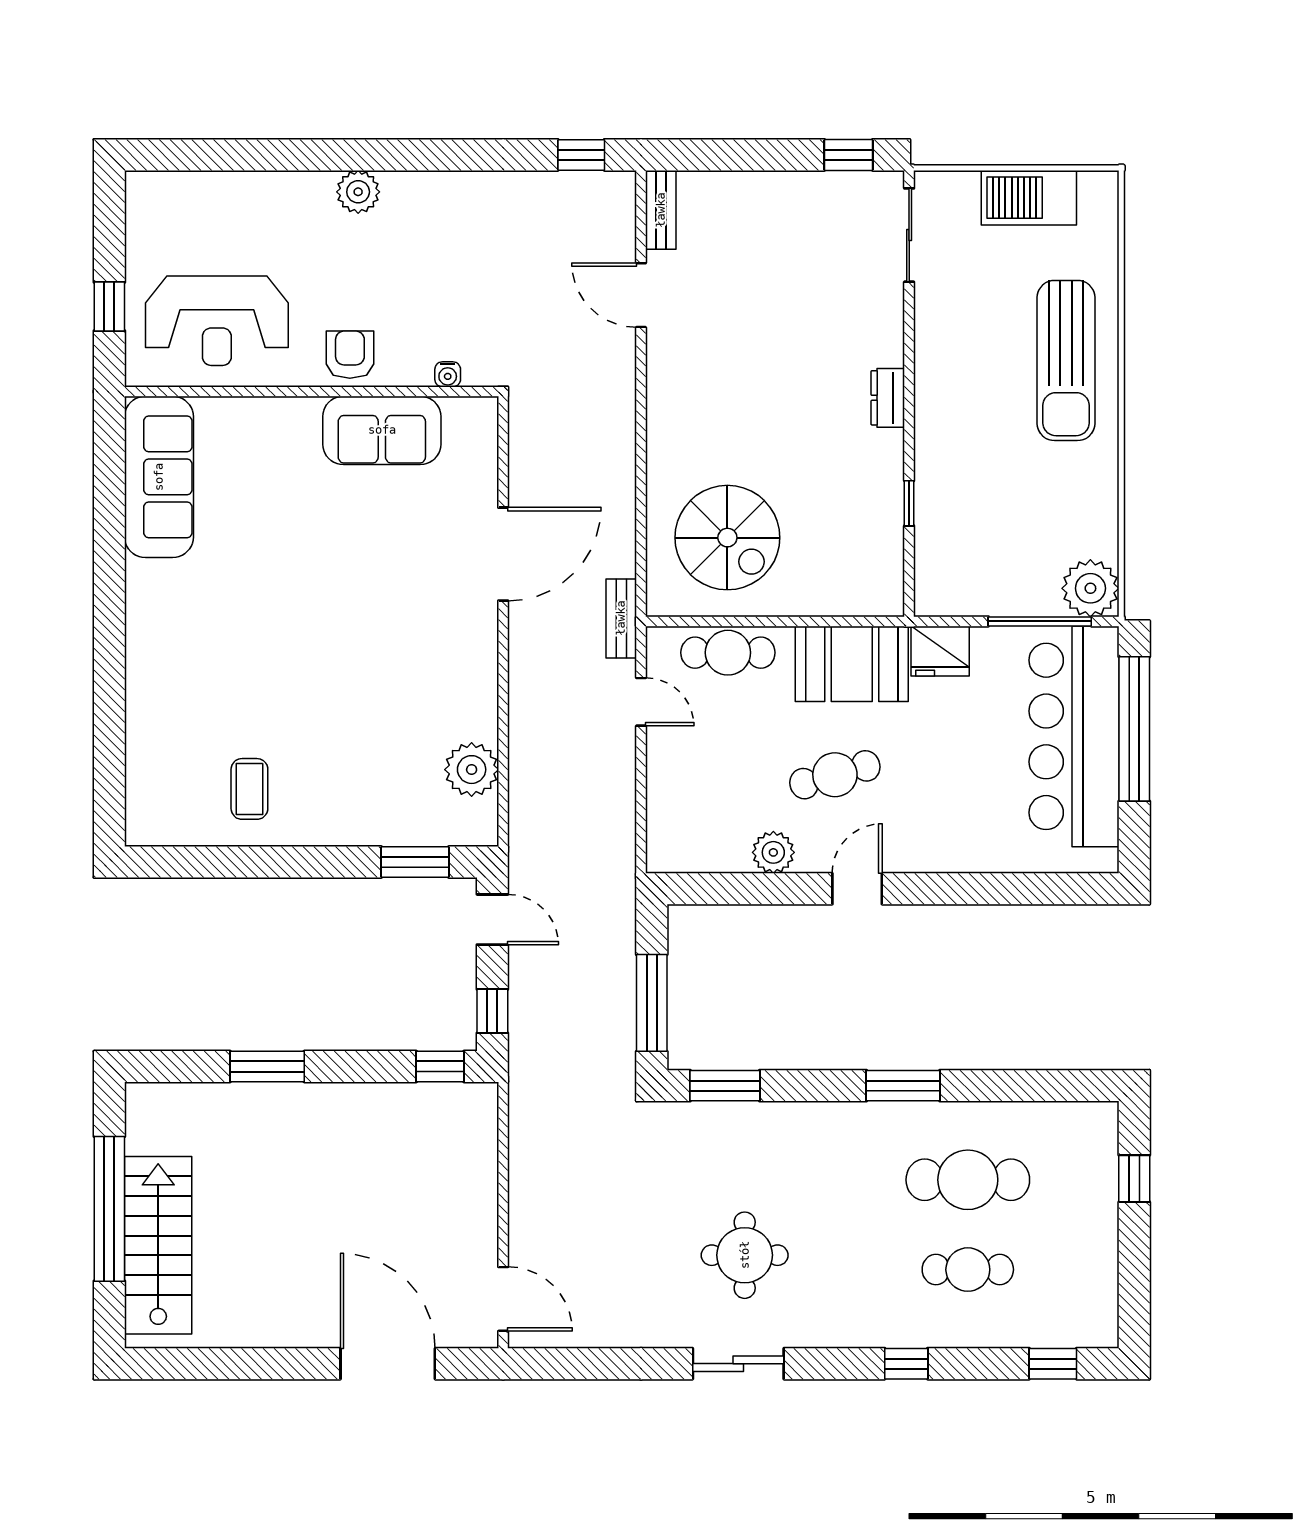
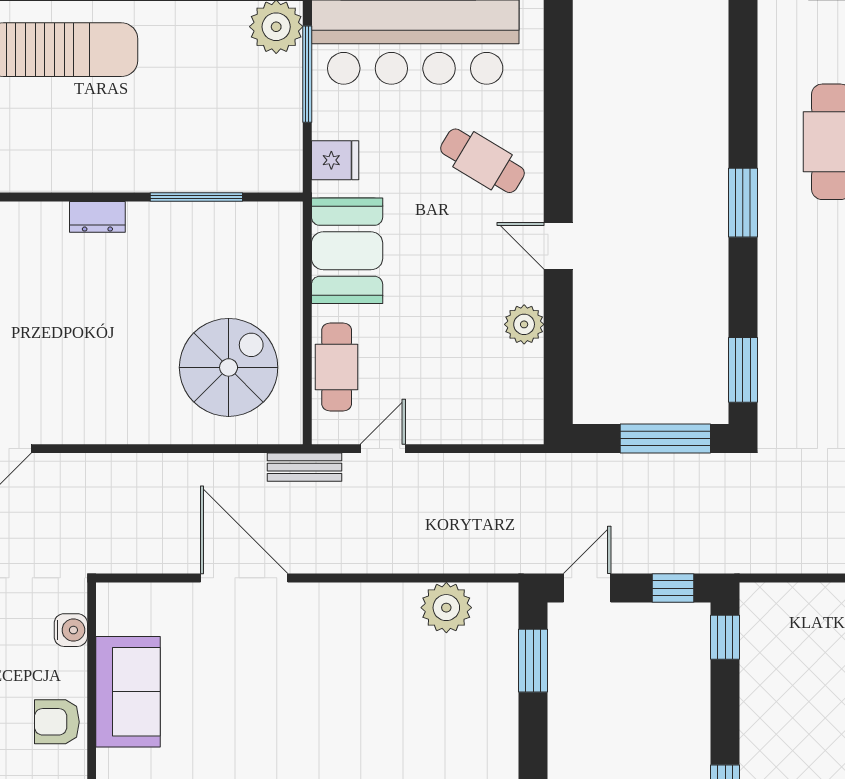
water cooler: (448, 374) -> (71, 630), width x1.38, depth x1.38
window: (909, 503) -> (196, 197), width x2.17
fridge: (940, 651) -> (335, 160), width x0.72
cafe table: (835, 775) -> (482, 161), moved, turned -43

